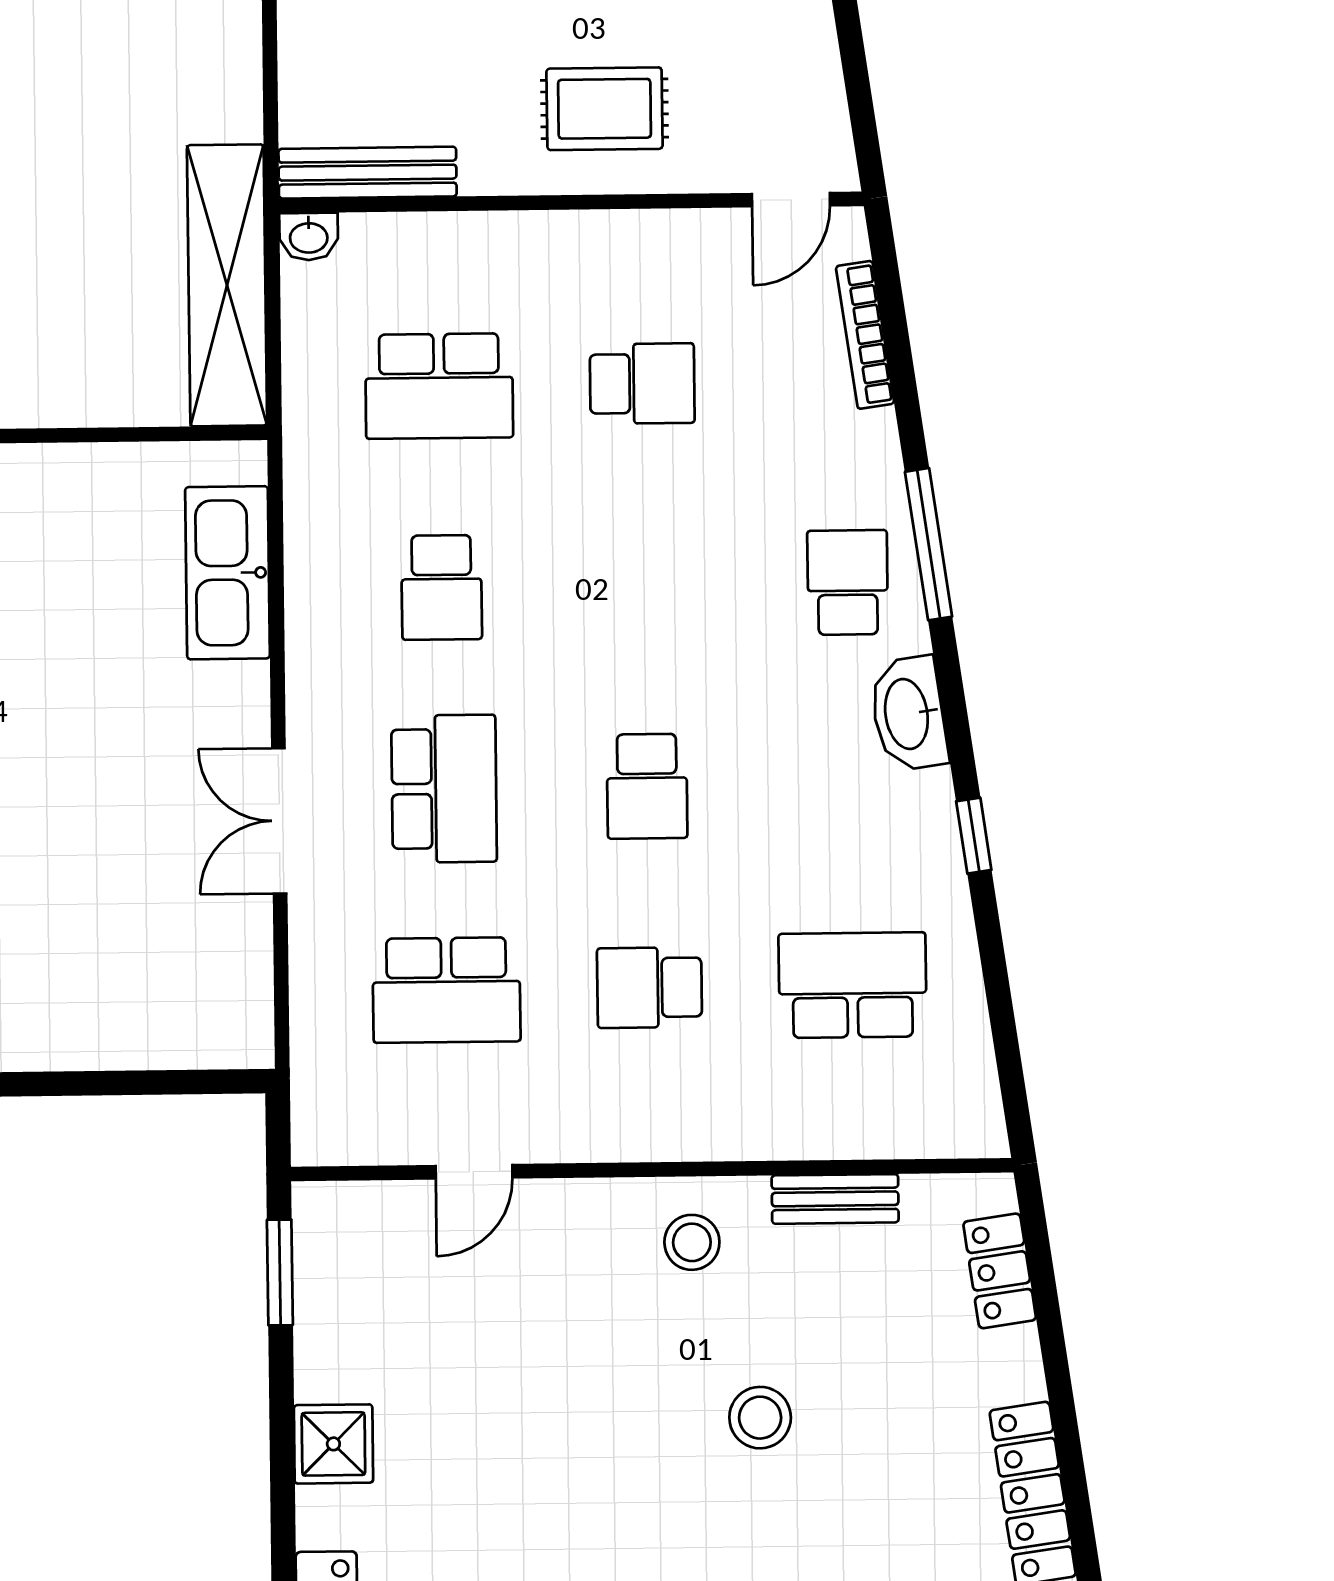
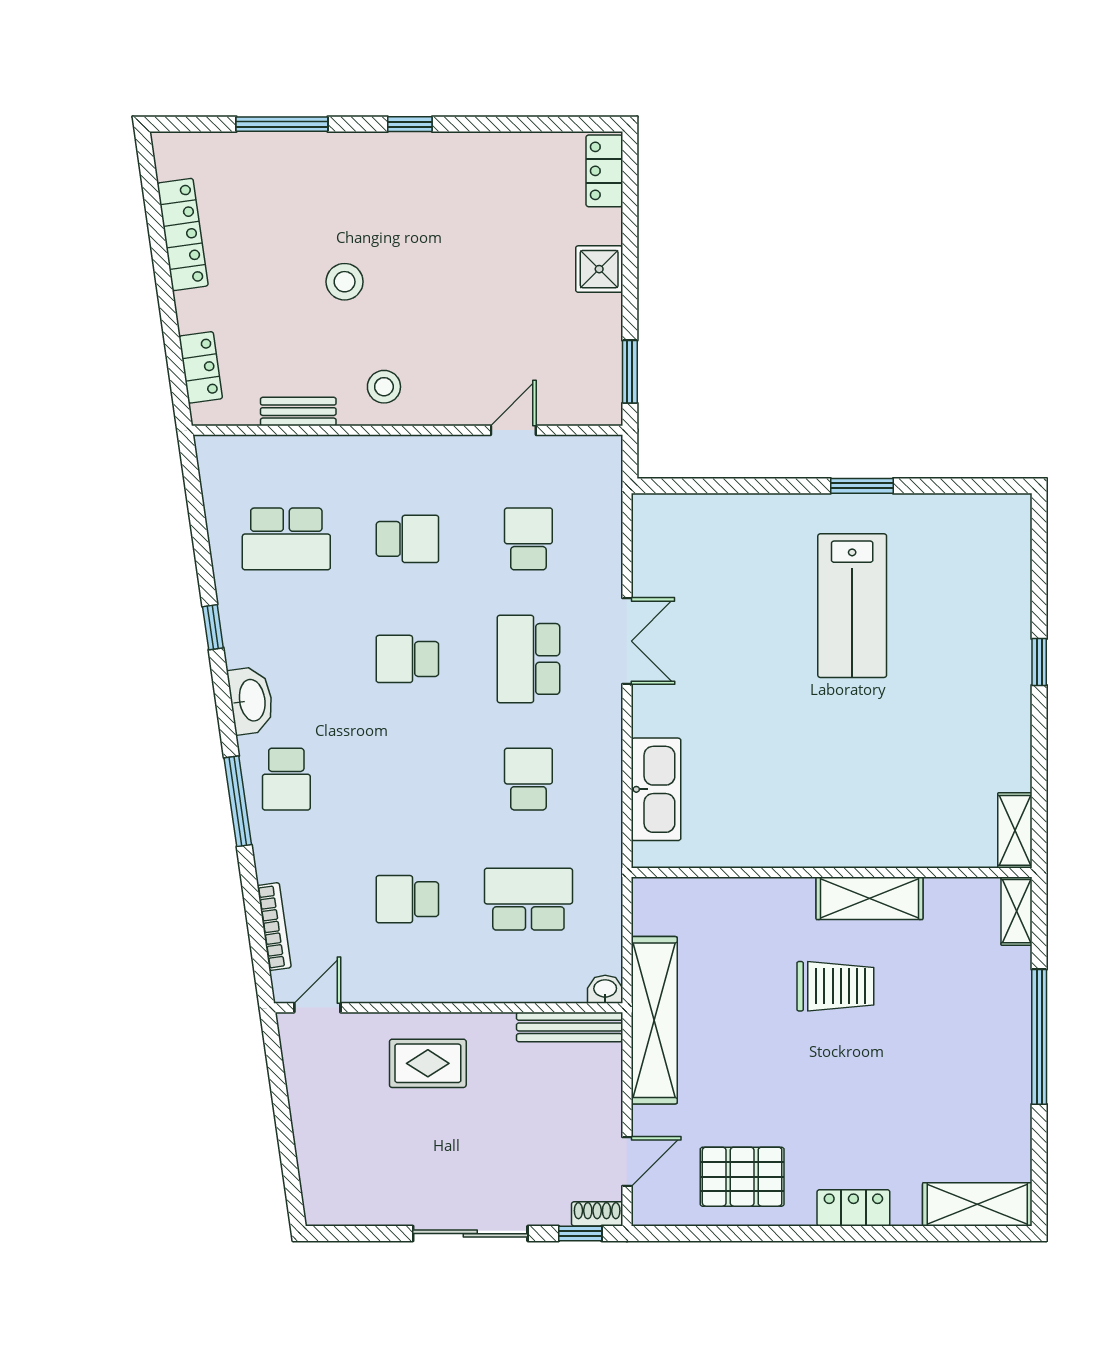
shelving: (227, 285) -> (654, 1020), moved
school desk: (647, 786) -> (407, 659), turned -90
school desk: (447, 990) -> (528, 539), width x0.54

